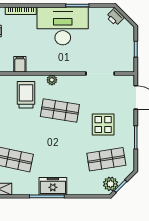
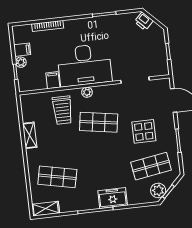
desk: (63, 26) -> (84, 65), moved, turned 180
trolley: (26, 95) -> (62, 110), turned 180
freezer: (53, 186) -> (113, 198), moved

